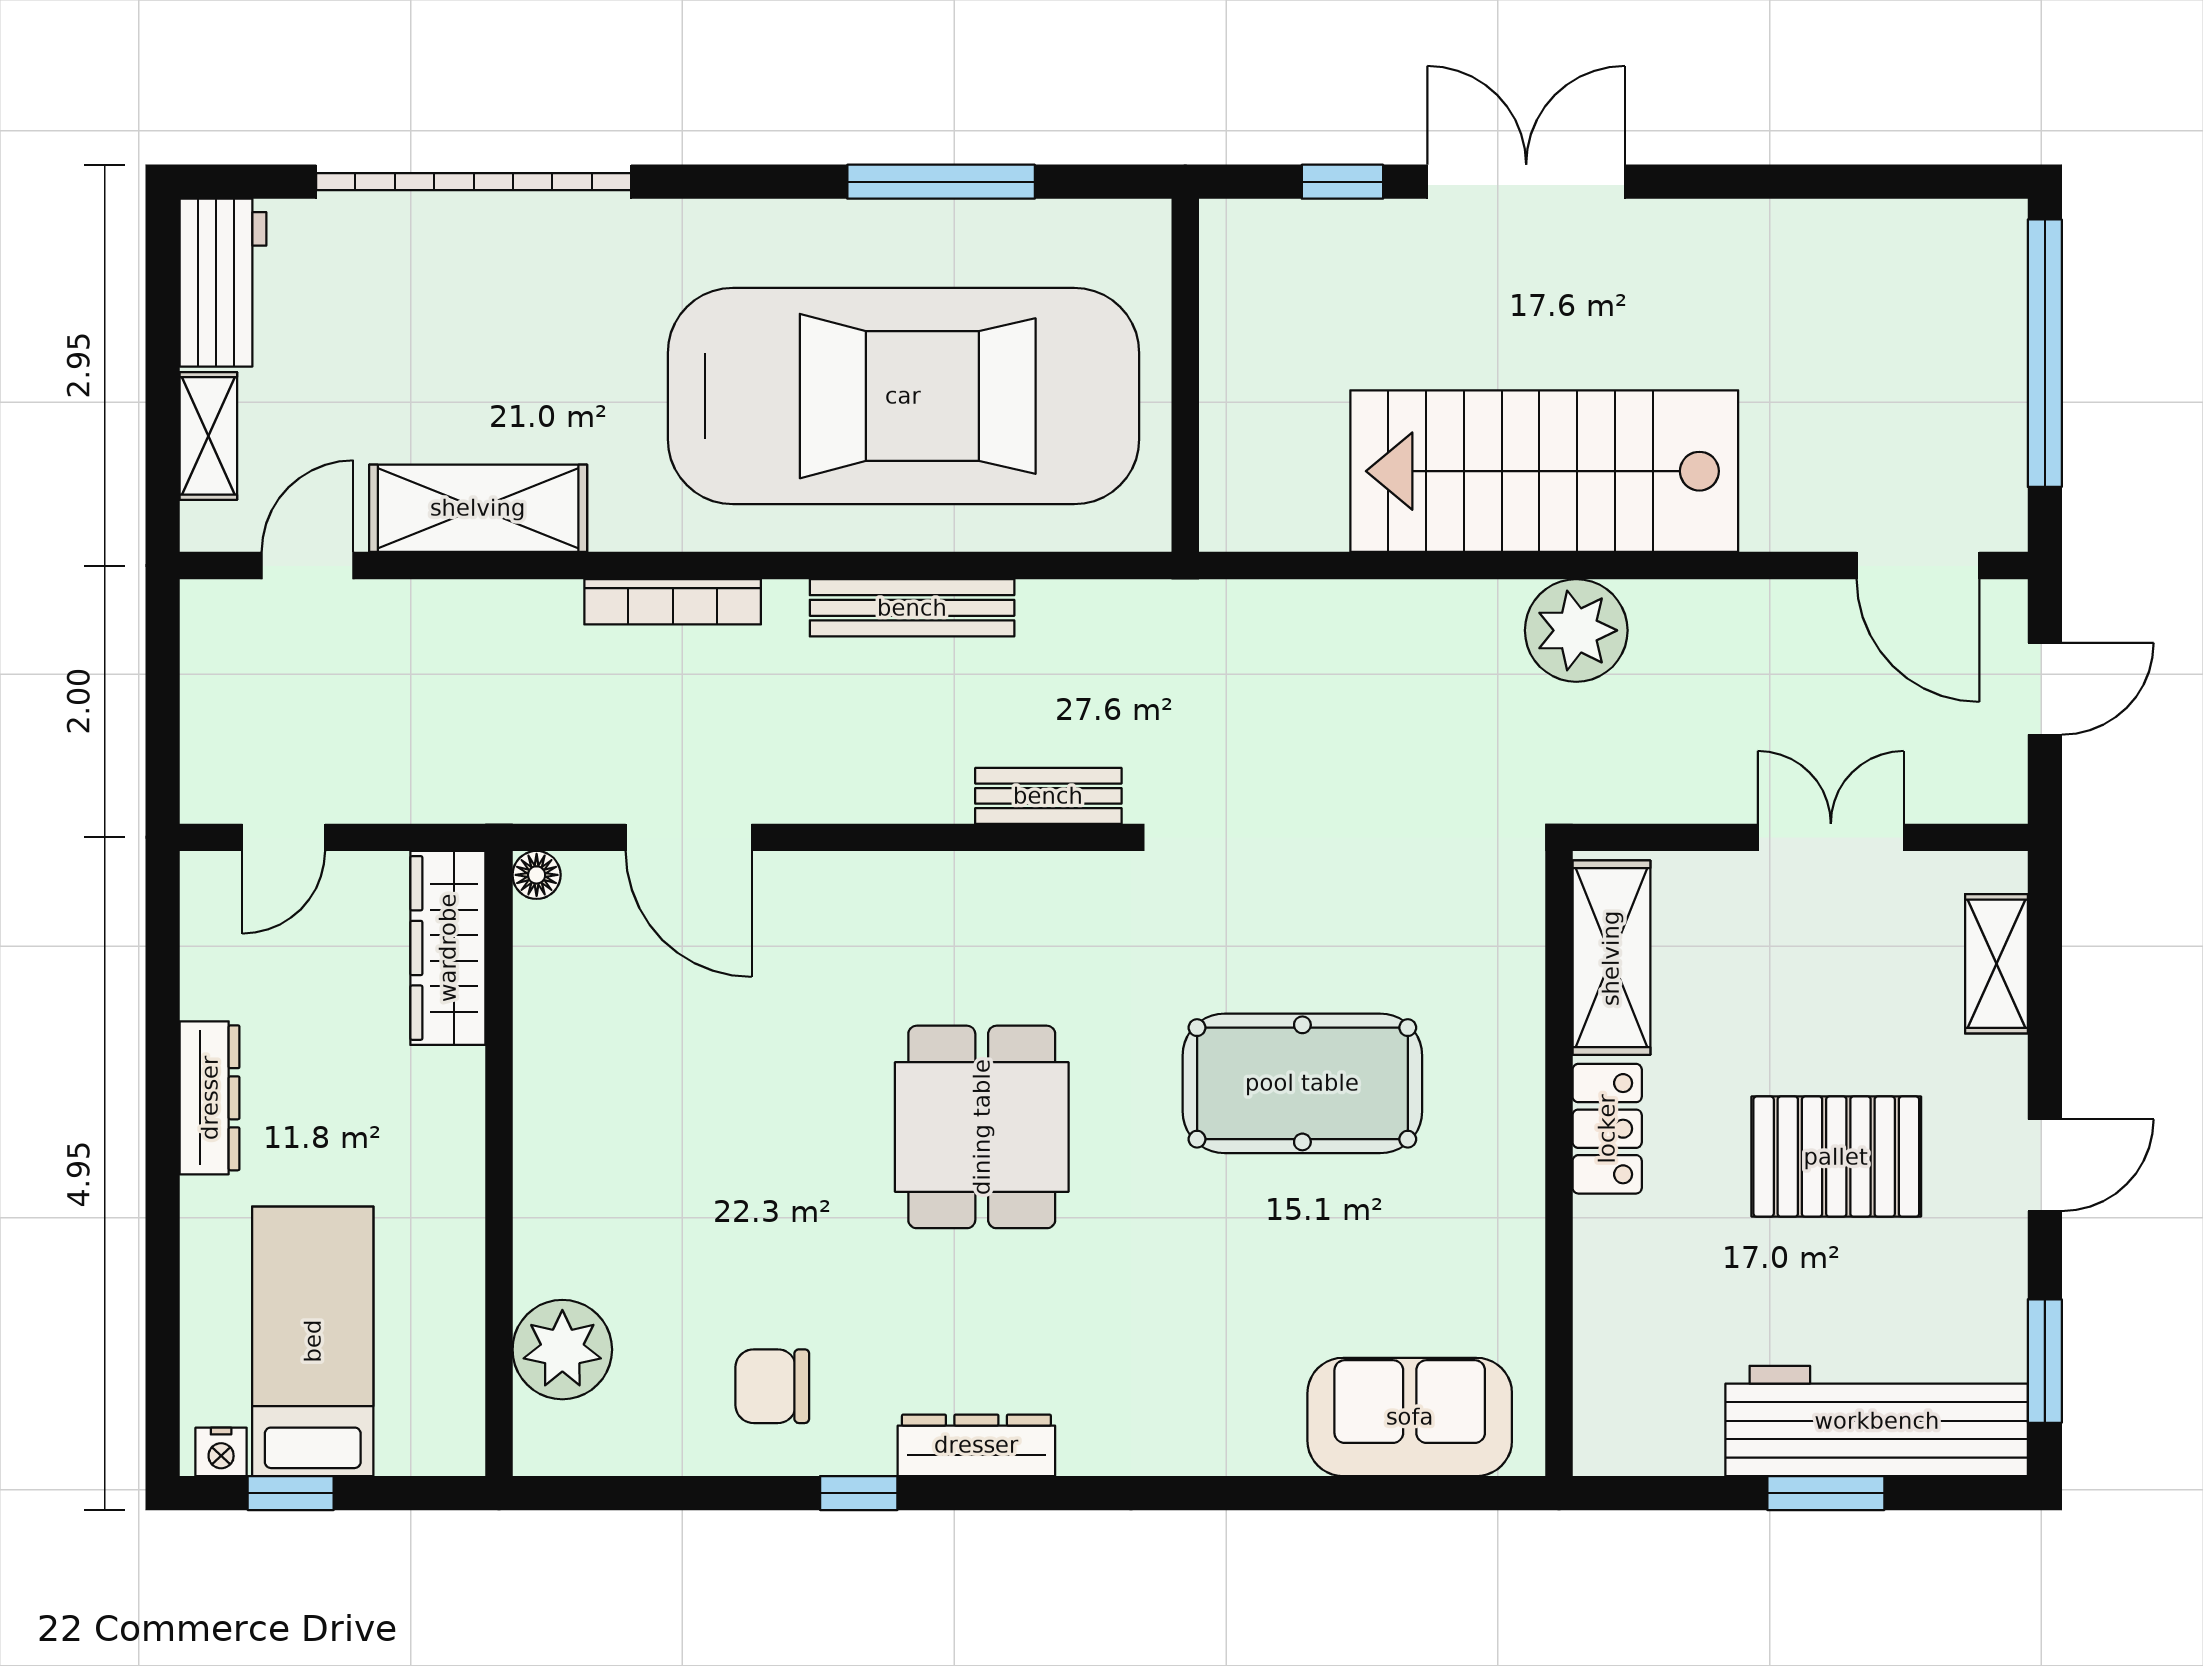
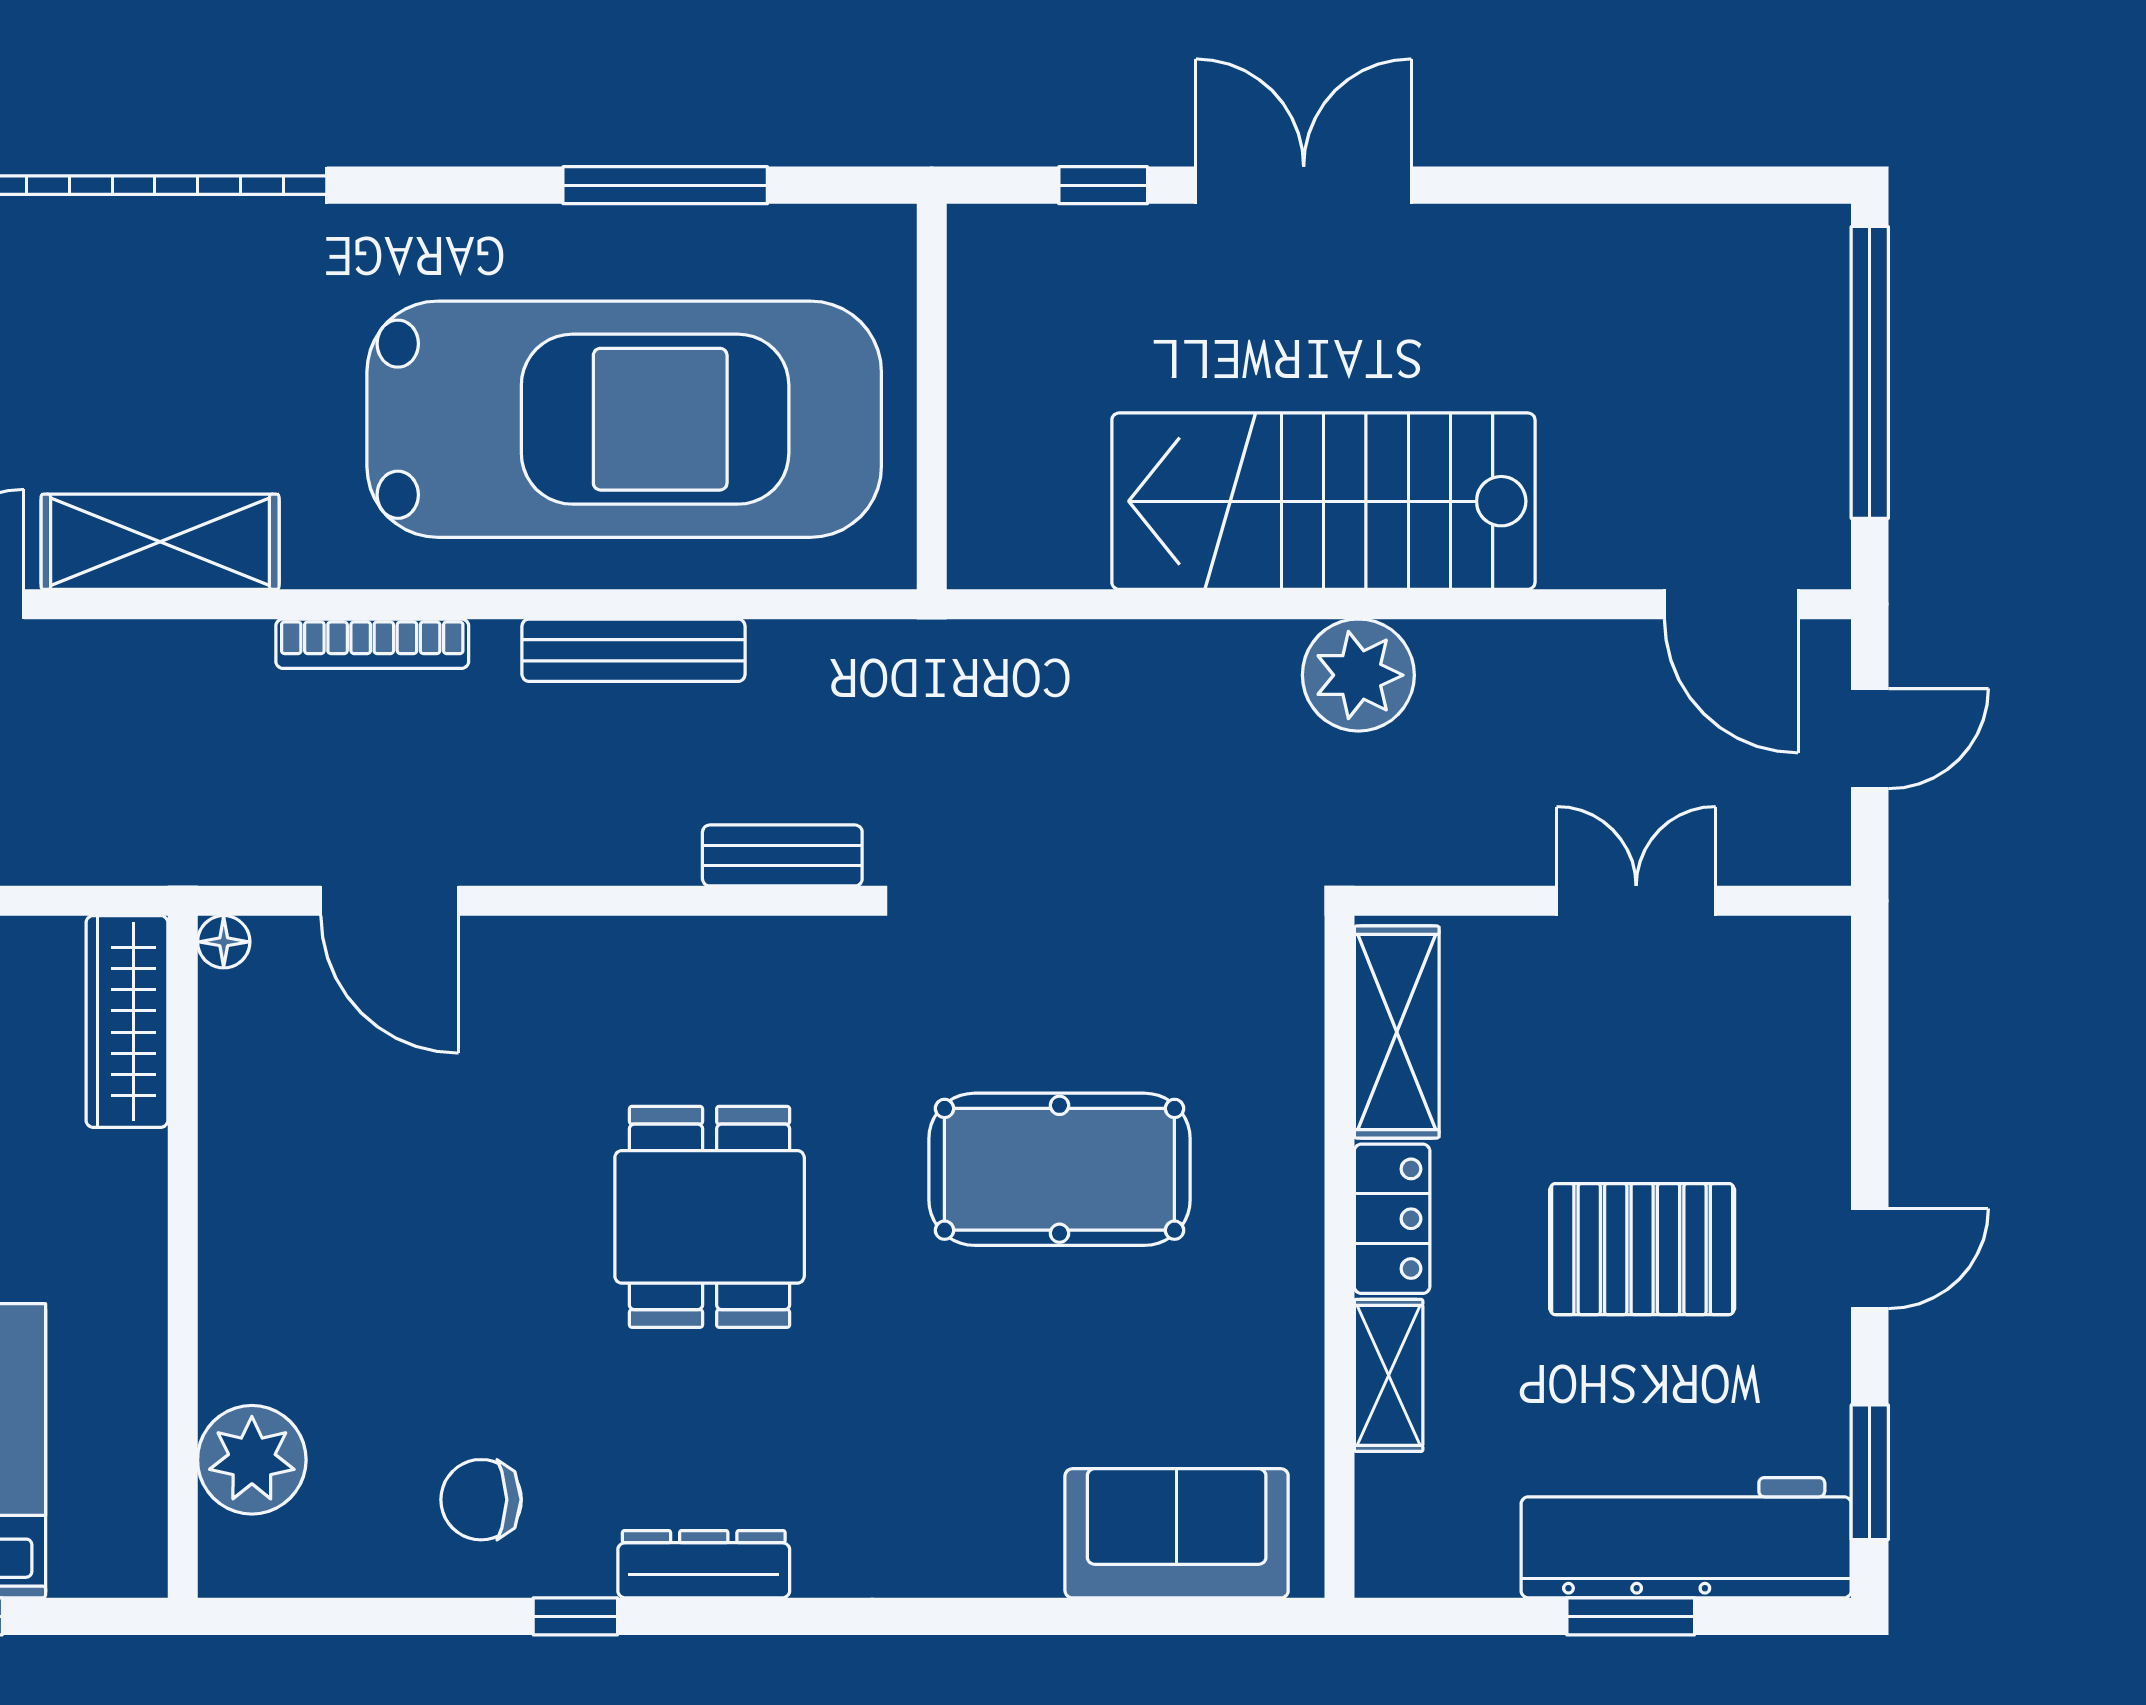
shelving: (1996, 964) -> (1389, 1375), moved

